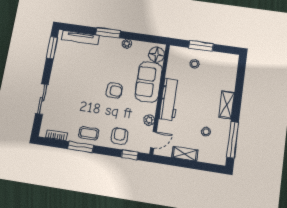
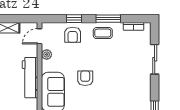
armchair: (114, 91) -> (85, 78), turned 86
window: (130, 155) -> (74, 19), moved

